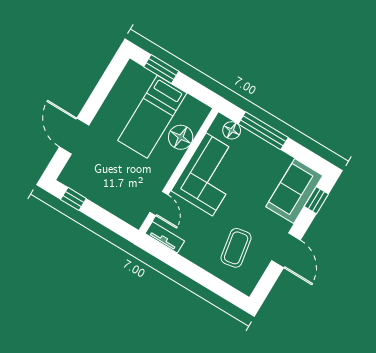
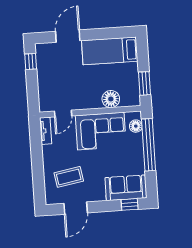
window: (161, 69) -> (144, 83), moved
bed: (152, 117) -> (110, 51), moved
window: (263, 131) -> (149, 145), width x1.46
door: (286, 250) -> (76, 208), moved

